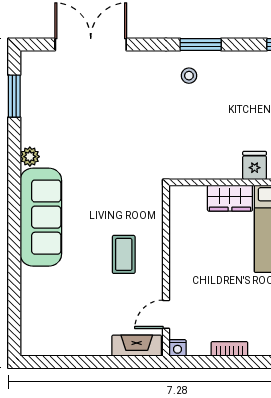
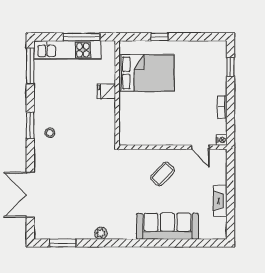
wardrobe: (230, 198) -> (127, 107), removed
sofa: (41, 217) -> (167, 226), moved
coffee table: (124, 254) -> (163, 174), turned -46
fireplace: (137, 346) -> (220, 201), moved

